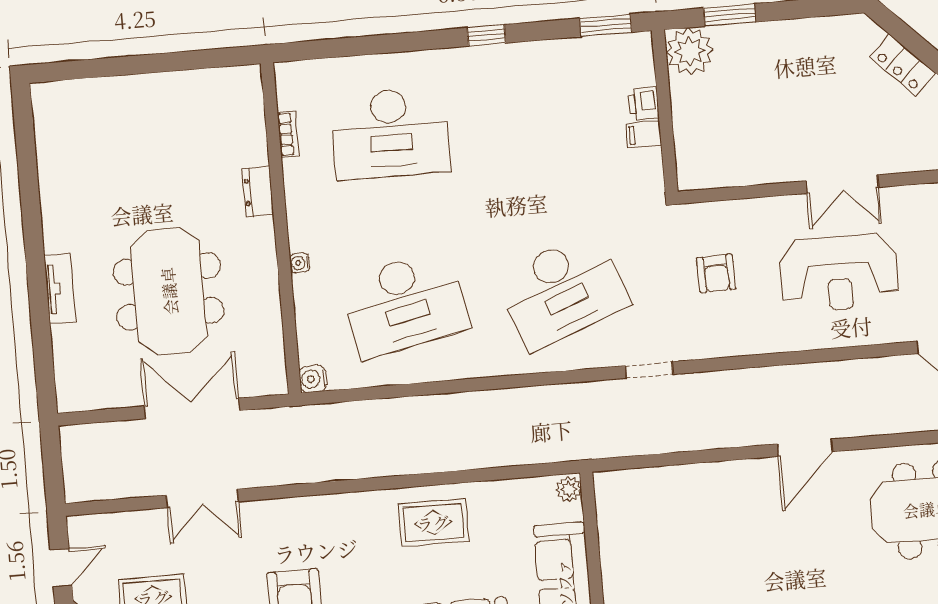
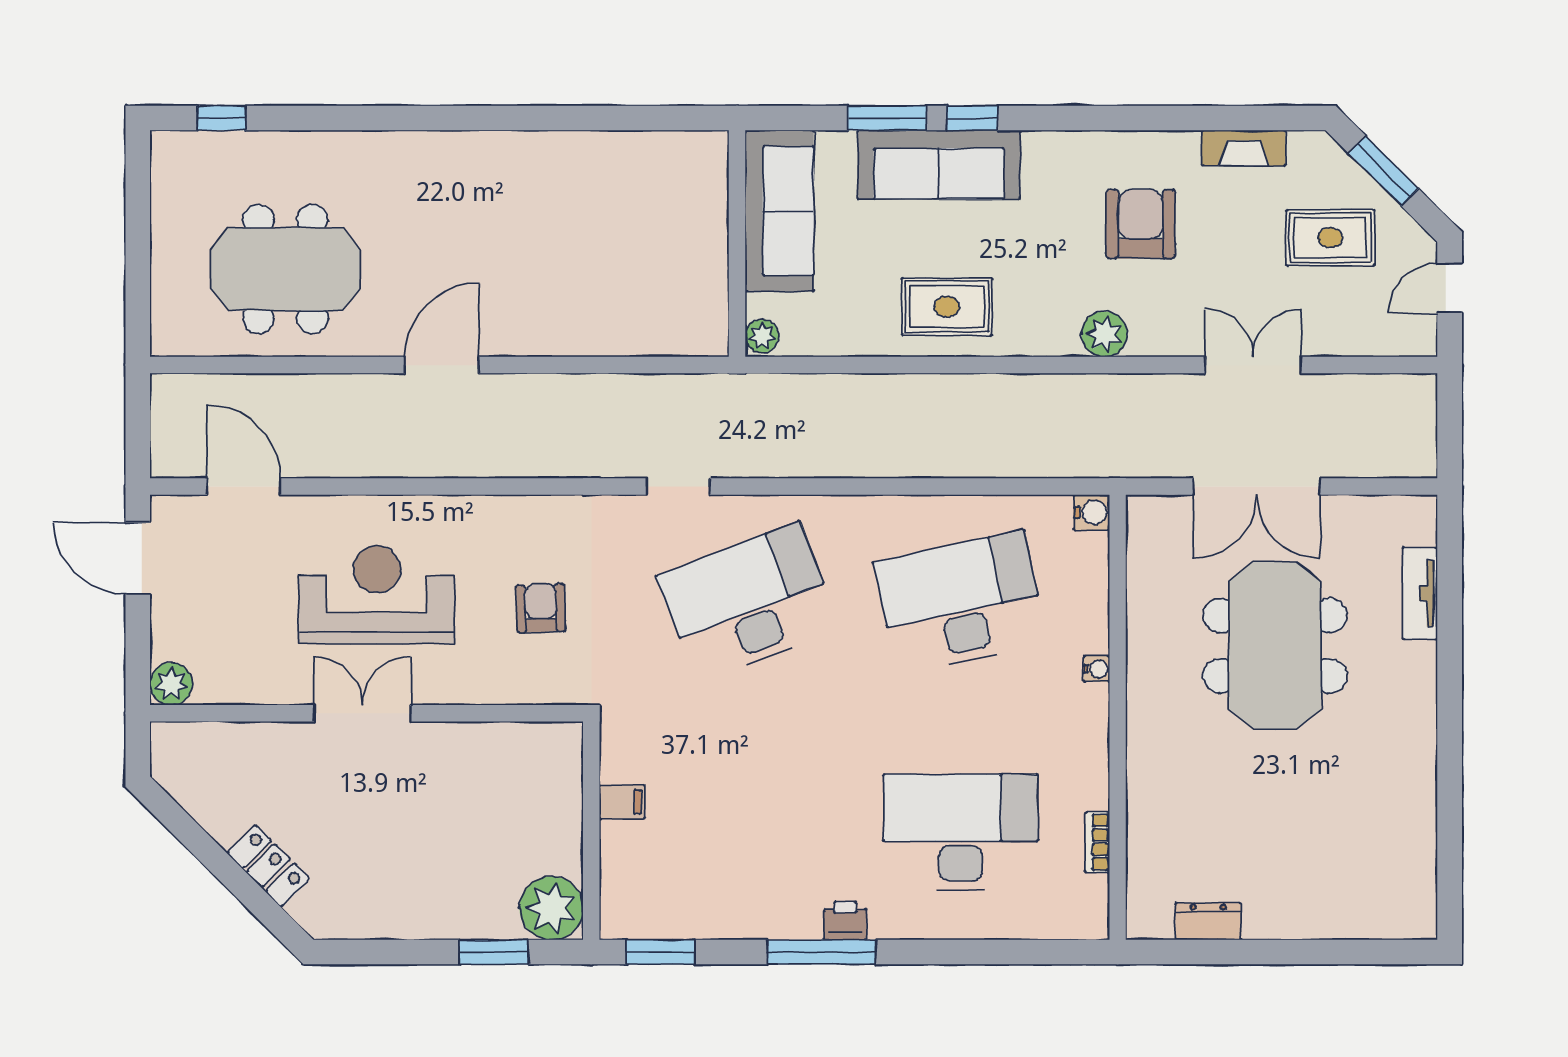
window: (486, 35) -> (821, 952), width x2.17
printer: (644, 104) -> (845, 921), moved, turned -90
dresser: (258, 192) -> (1208, 921), moved, turned -90
tv unit: (60, 289) -> (1420, 593), moved
doorway: (649, 370) -> (678, 486), moved
plant: (315, 512) -> (1104, 334), added

